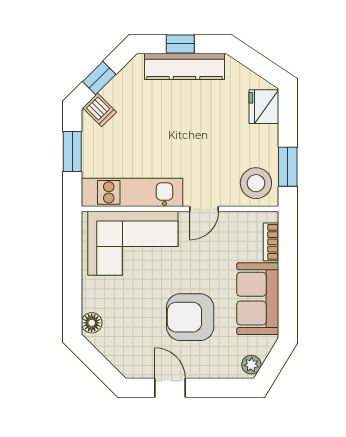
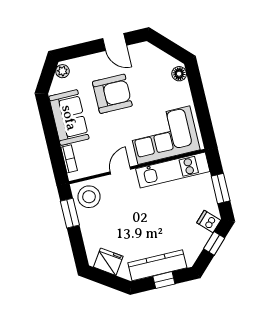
fridge: (264, 107) -> (108, 262), moved, turned -56

